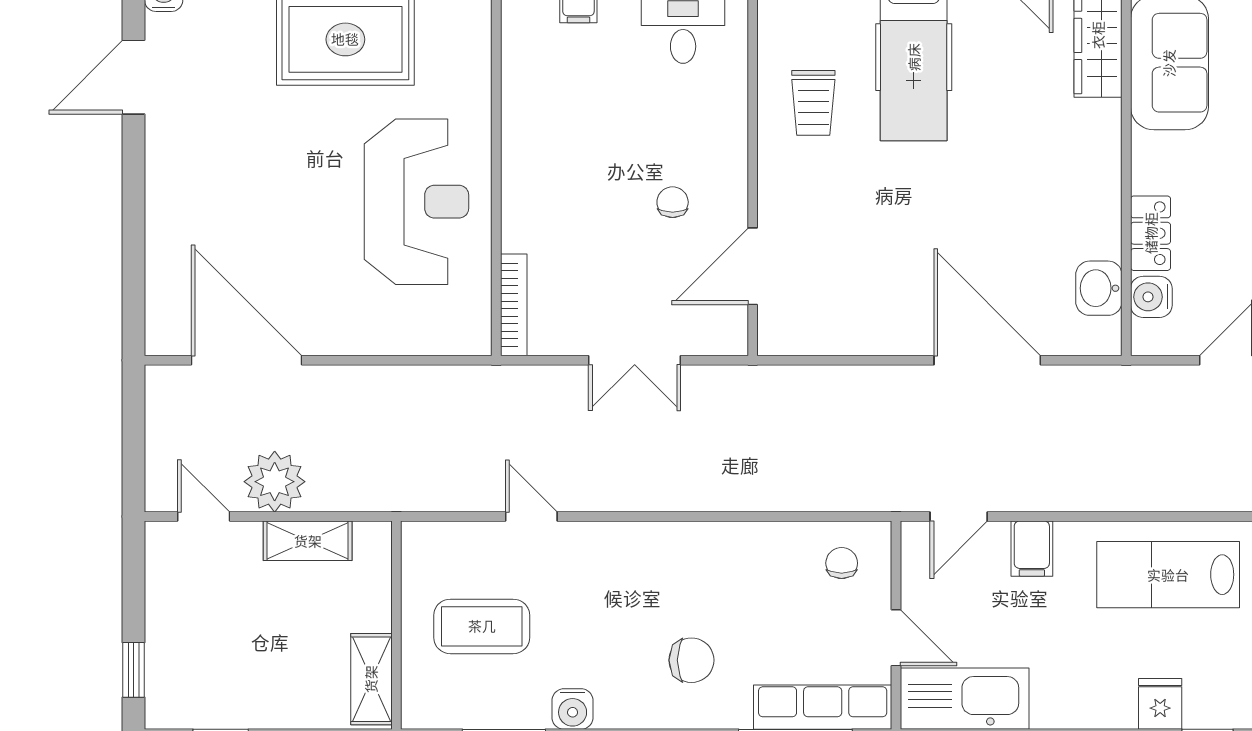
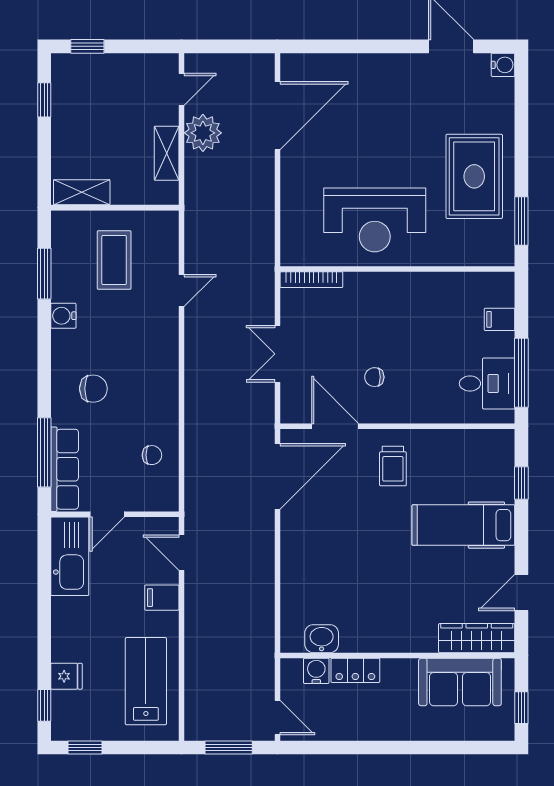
trolley: (813, 103) -> (393, 466), moved, turned -90
chair: (673, 202) -> (374, 377), turned 180
door: (987, 360) -> (277, 476), moved
chair: (842, 563) -> (152, 455), moved
chair: (691, 660) -> (93, 389), turned -90

